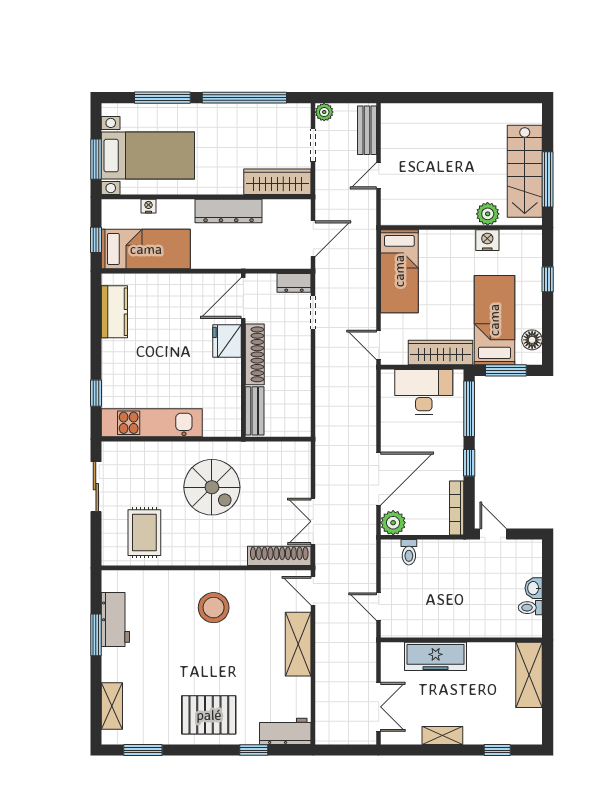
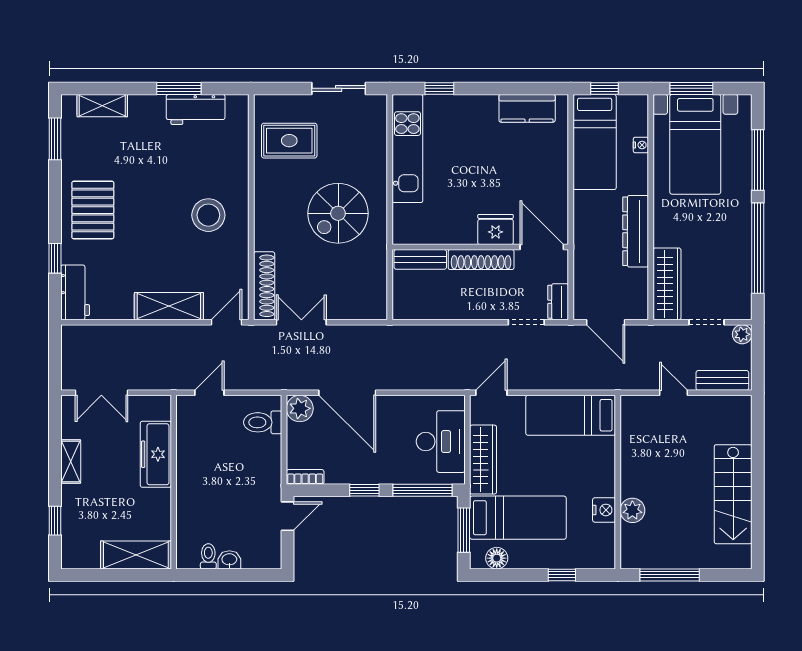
stairs: (525, 171) -> (733, 494), moved, turned -90
bookcase: (457, 508) -> (305, 477), width x0.64
toilet: (409, 552) -> (263, 422), width x1.37, depth x1.39

